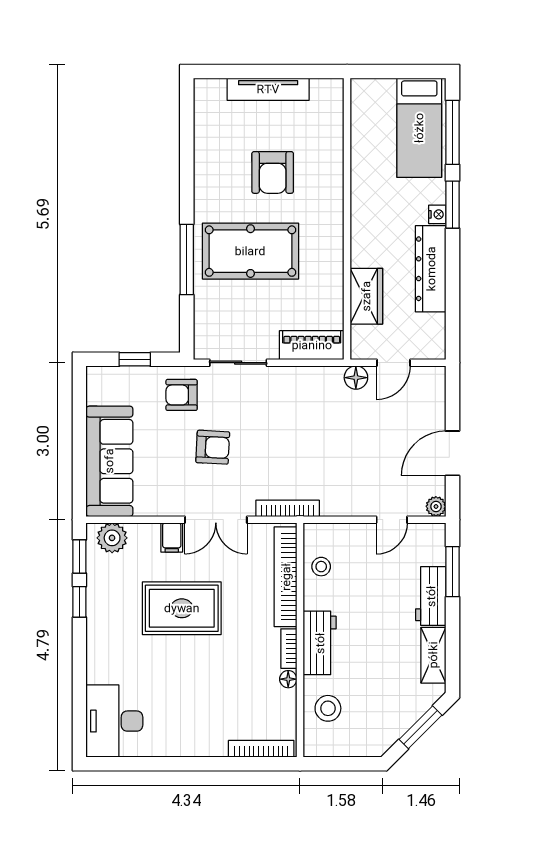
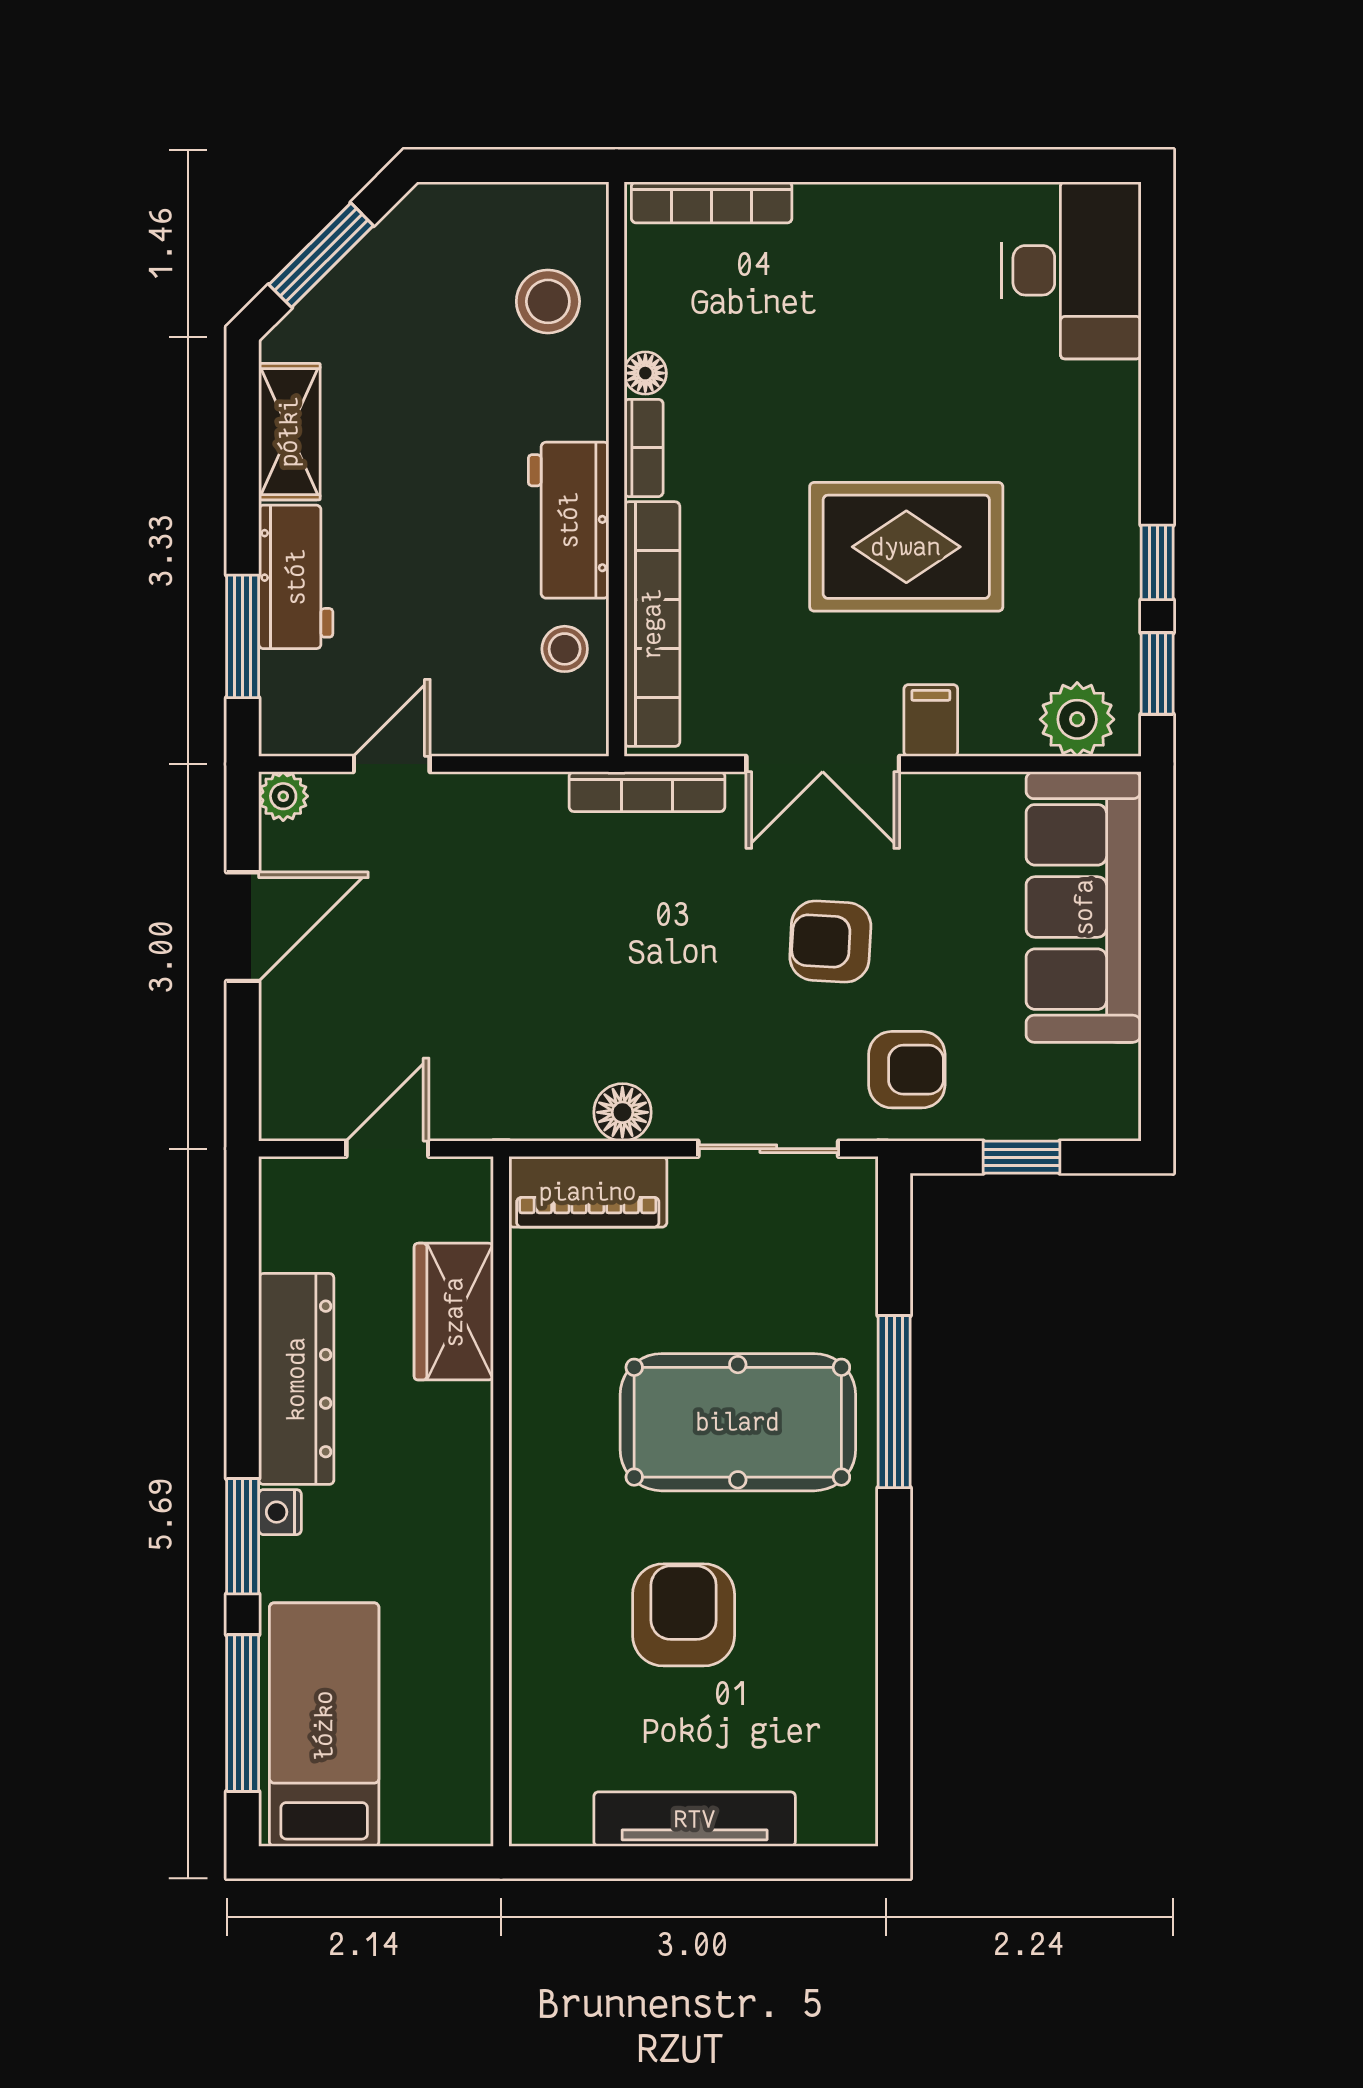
floor lamp: (356, 378) -> (622, 1112), moved
double door: (216, 520) -> (823, 764), swing flipped
workbench: (320, 643) -> (569, 520), moved

